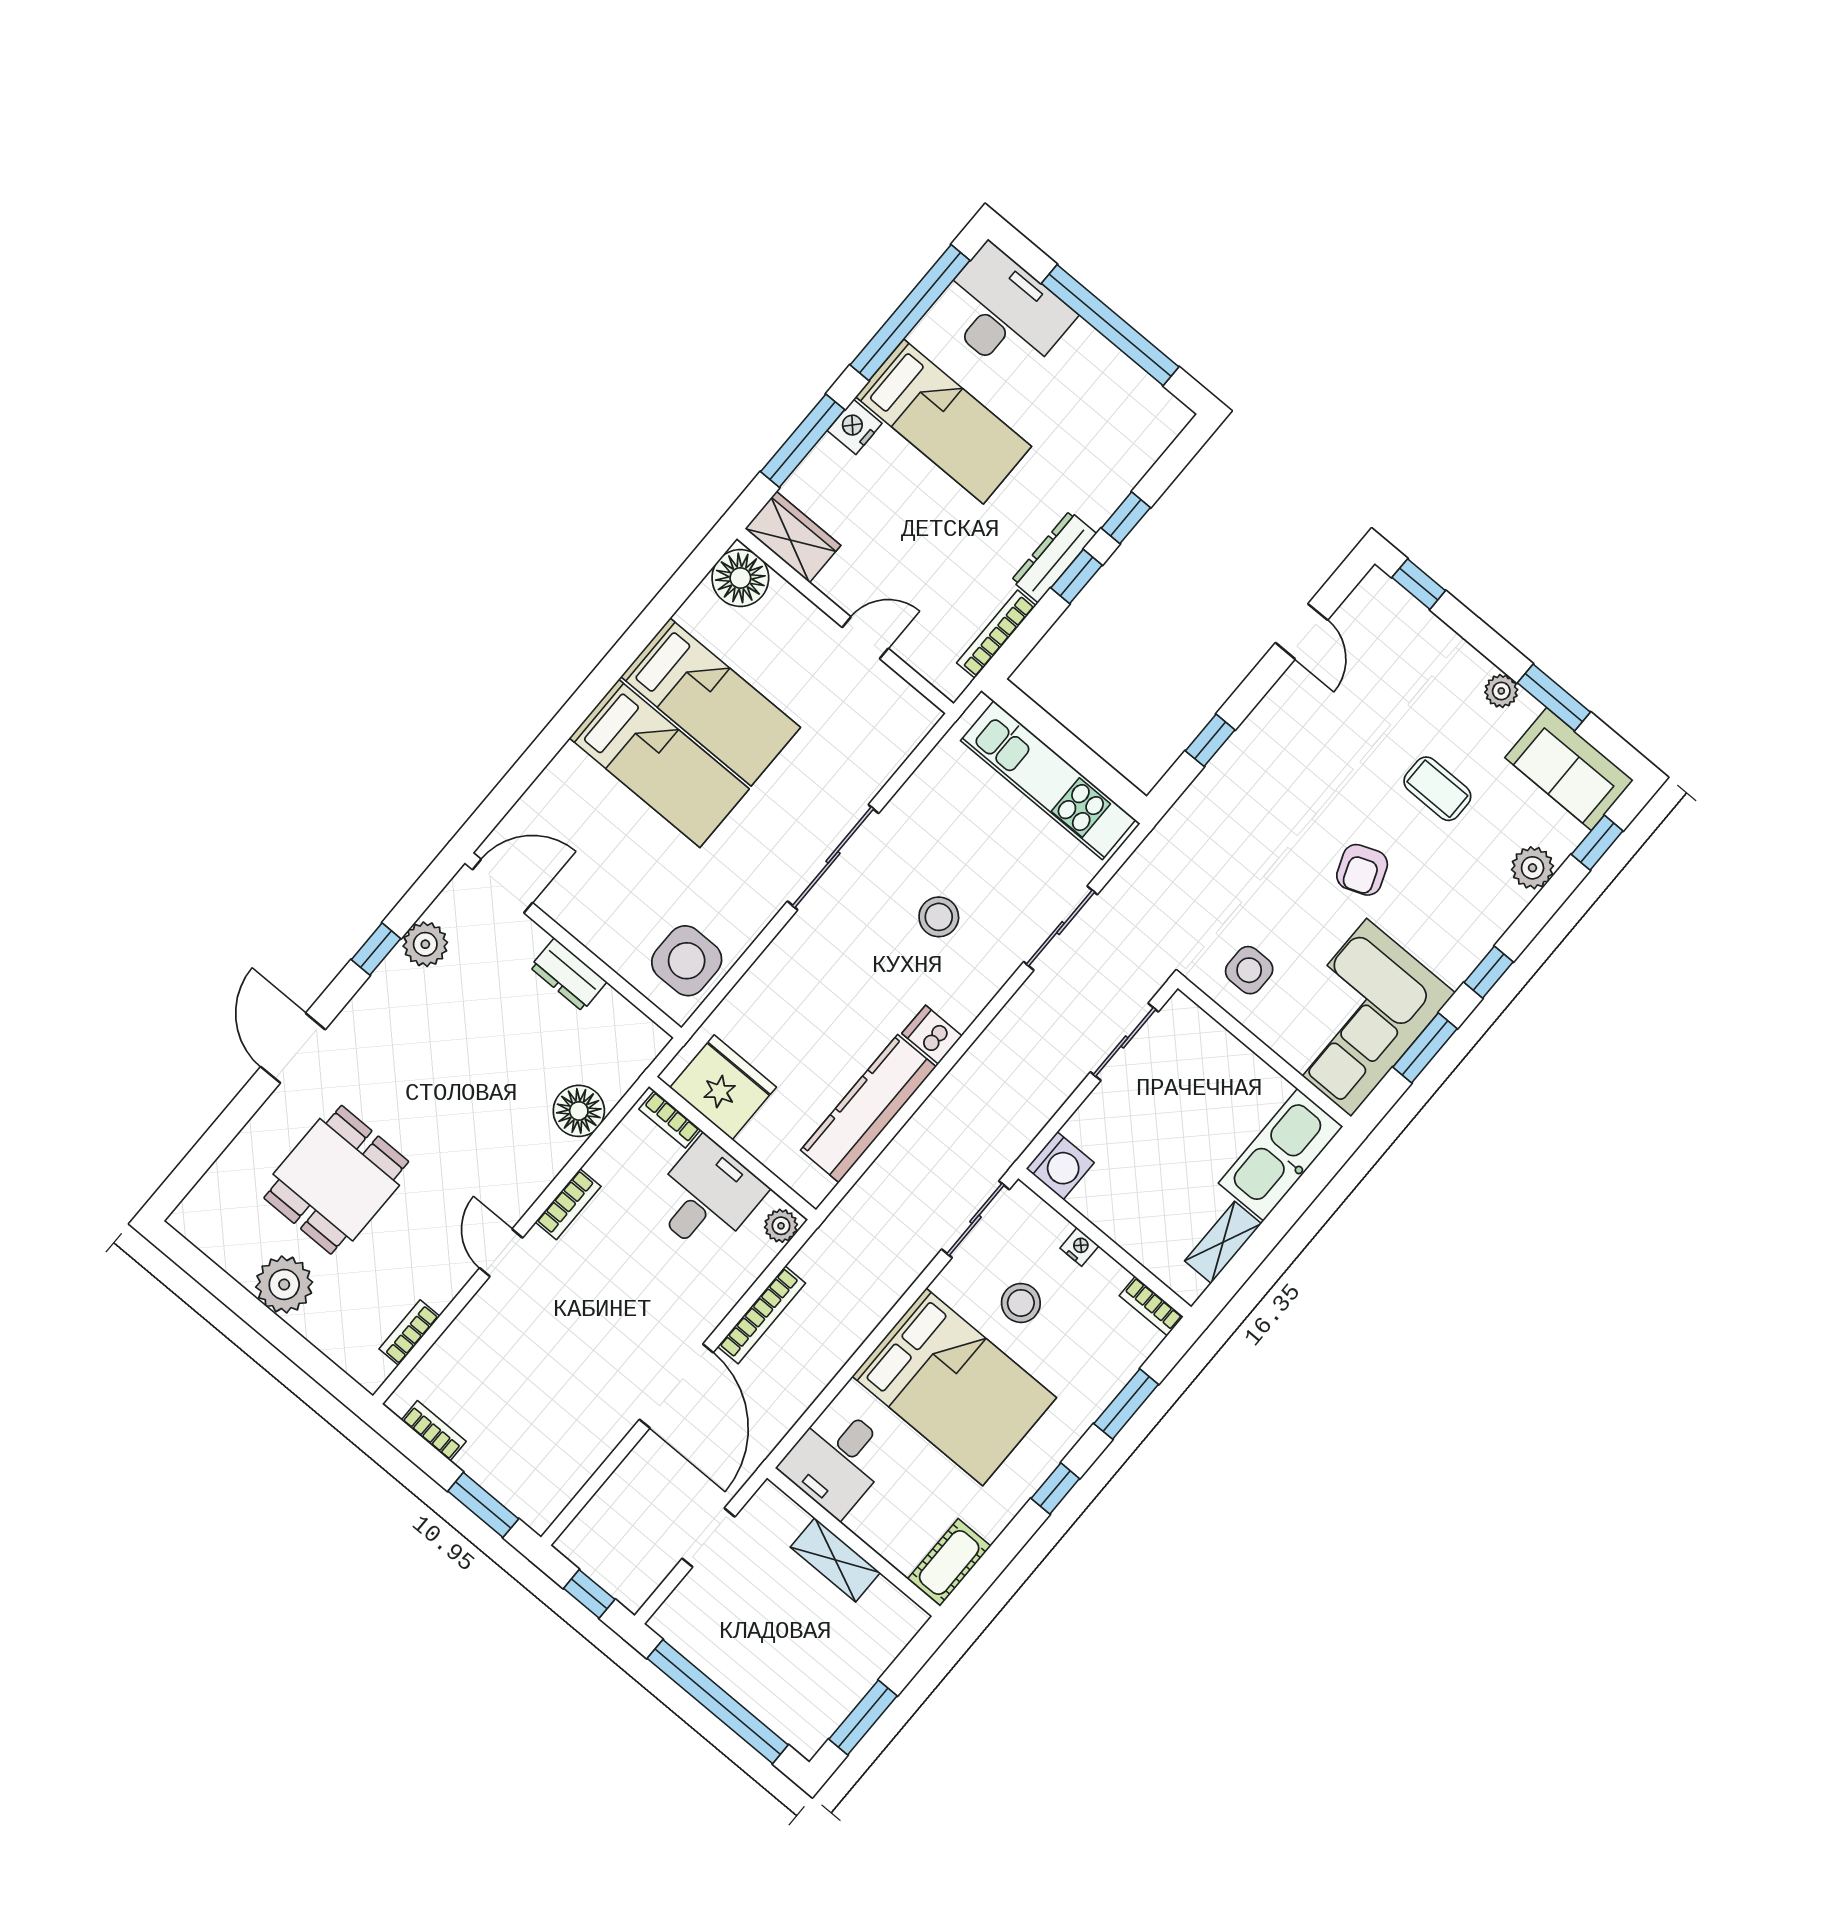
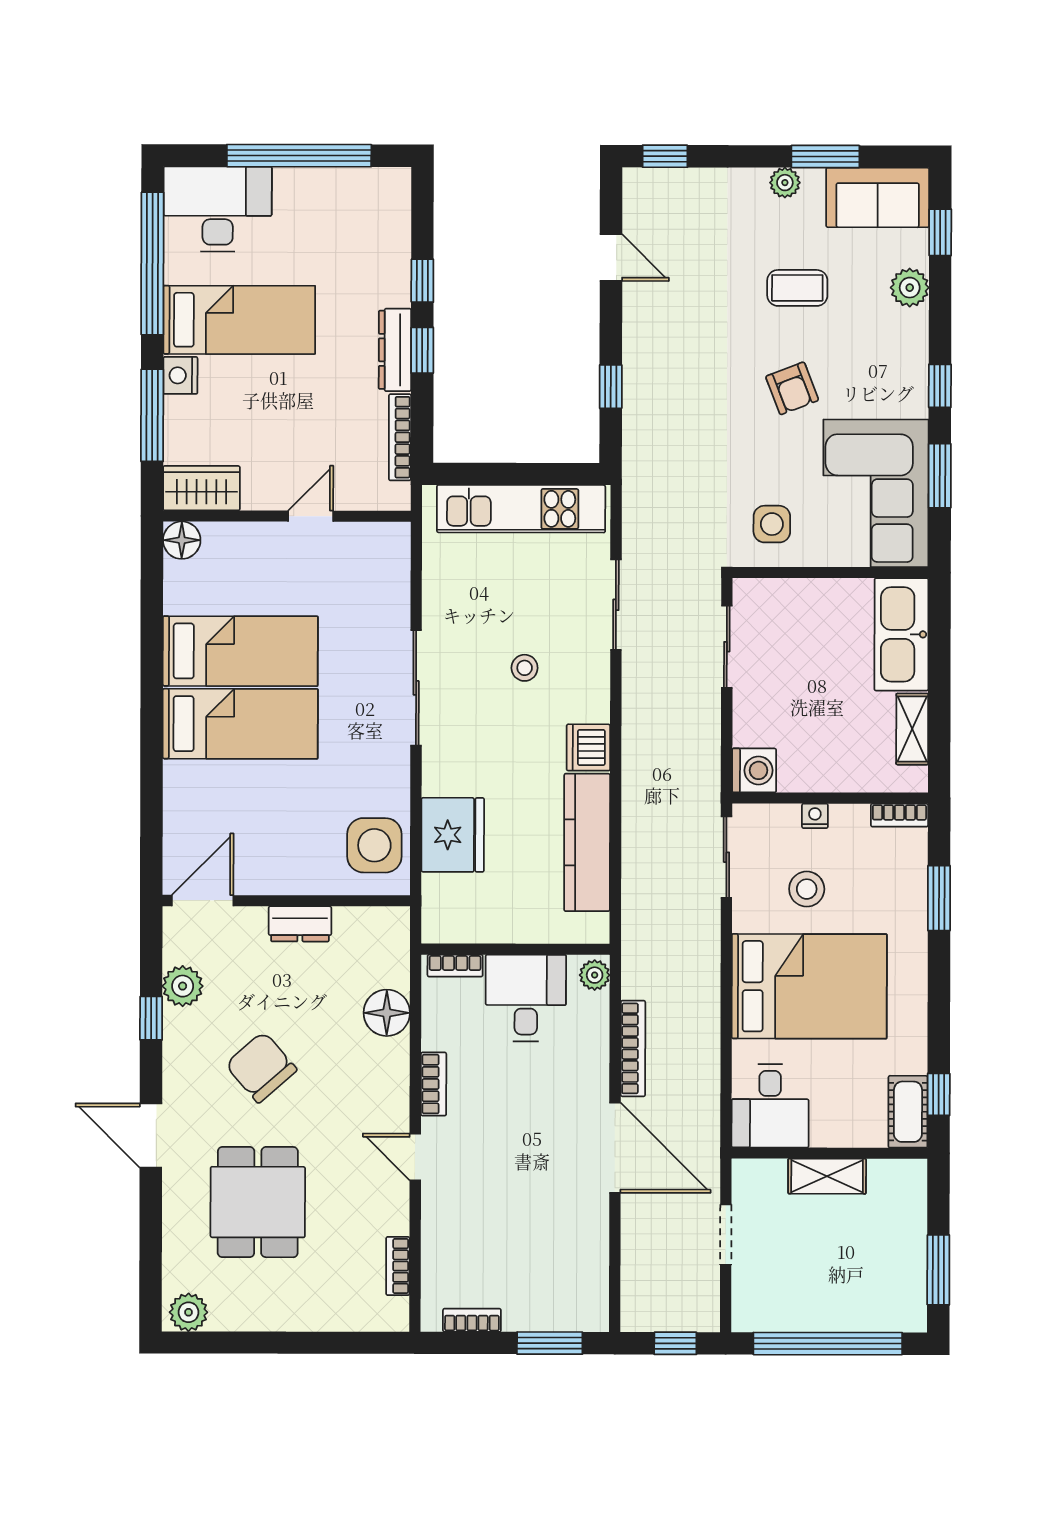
floor lamp: (740, 578) -> (182, 540), width x0.73, depth x0.73
stool: (939, 917) -> (525, 668), width x0.73, depth x0.73
dishwasher: (932, 1035) -> (588, 747), width x1.38
chair: (434, 1068) -> (261, 1067), added
fridge: (723, 1087) -> (453, 835), moved, turned 90
plant: (284, 1285) -> (189, 1312), moved, width x0.73, depth x0.73
window: (1055, 1488) -> (939, 1094), moved

